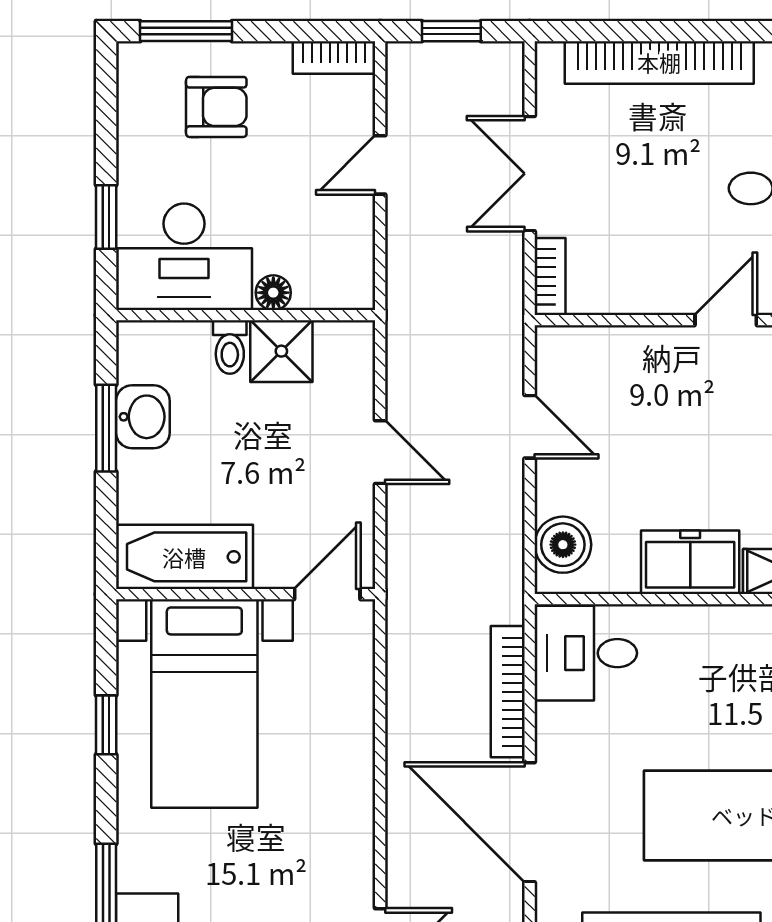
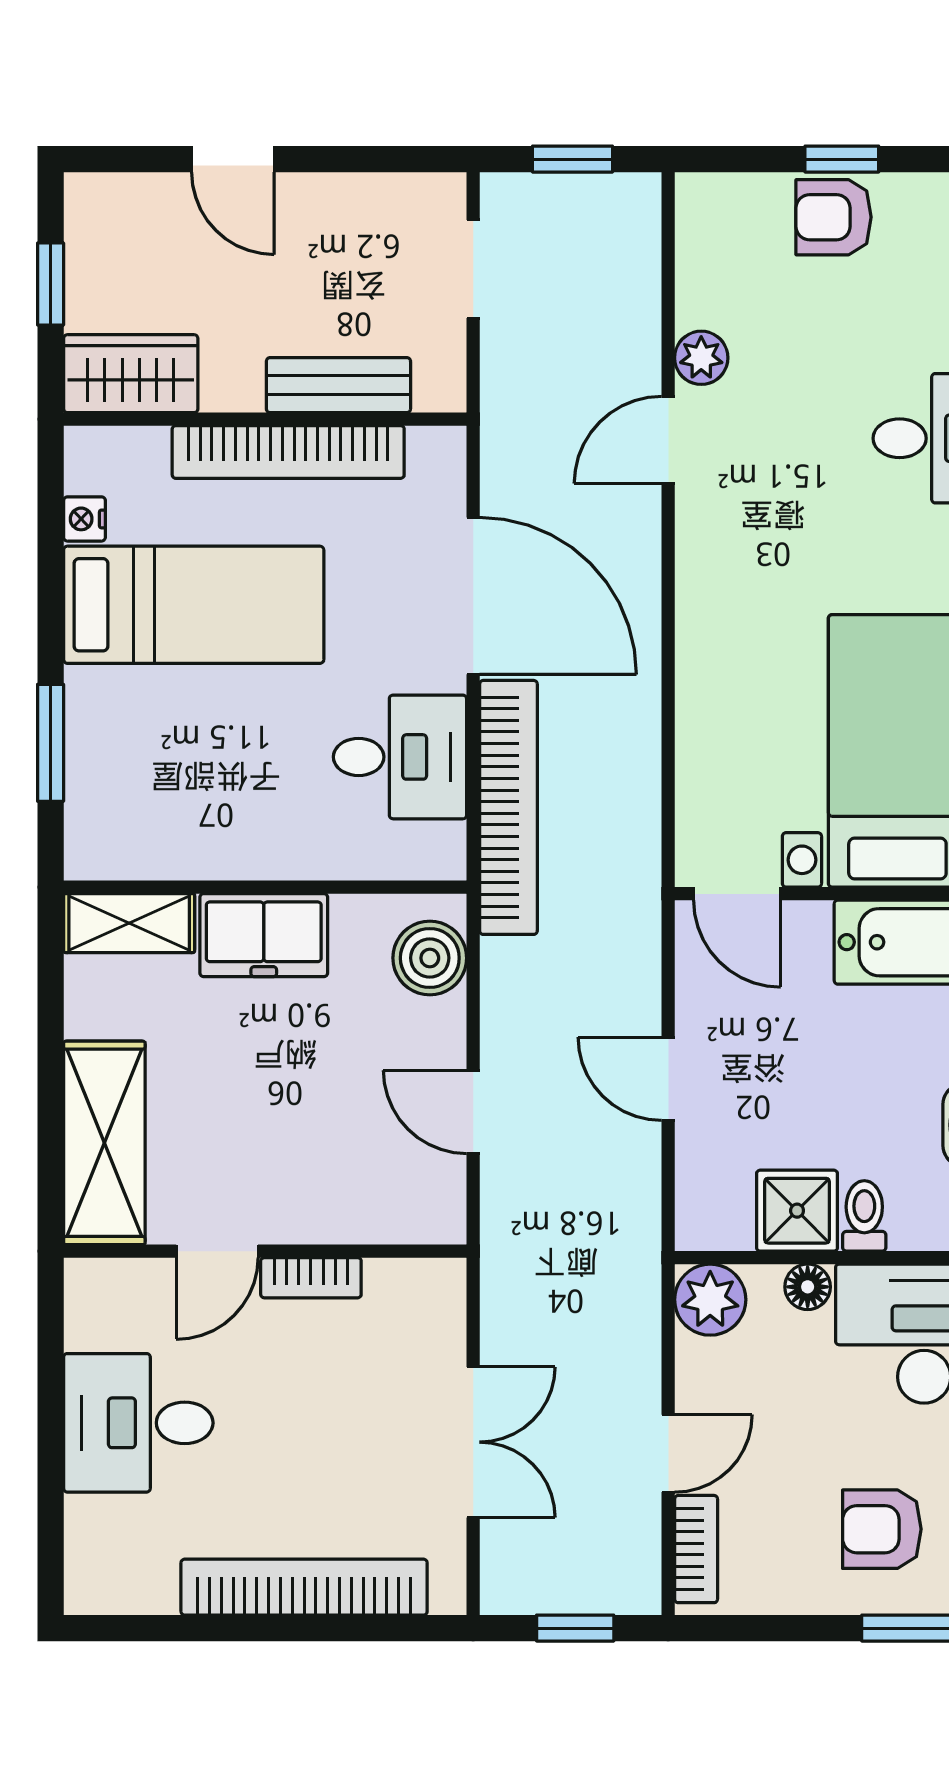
bookcase: (334, 58) -> (696, 1549), moved, turned 90
bookcase: (550, 277) -> (311, 1278), moved, turned -90
plant: (348, 283) -> (710, 1300), added
door: (327, 594) -> (737, 894), hinge flipped
desk: (586, 653) -> (400, 757), moved
bookcase: (508, 692) -> (508, 807), width x1.48, depth x1.31

